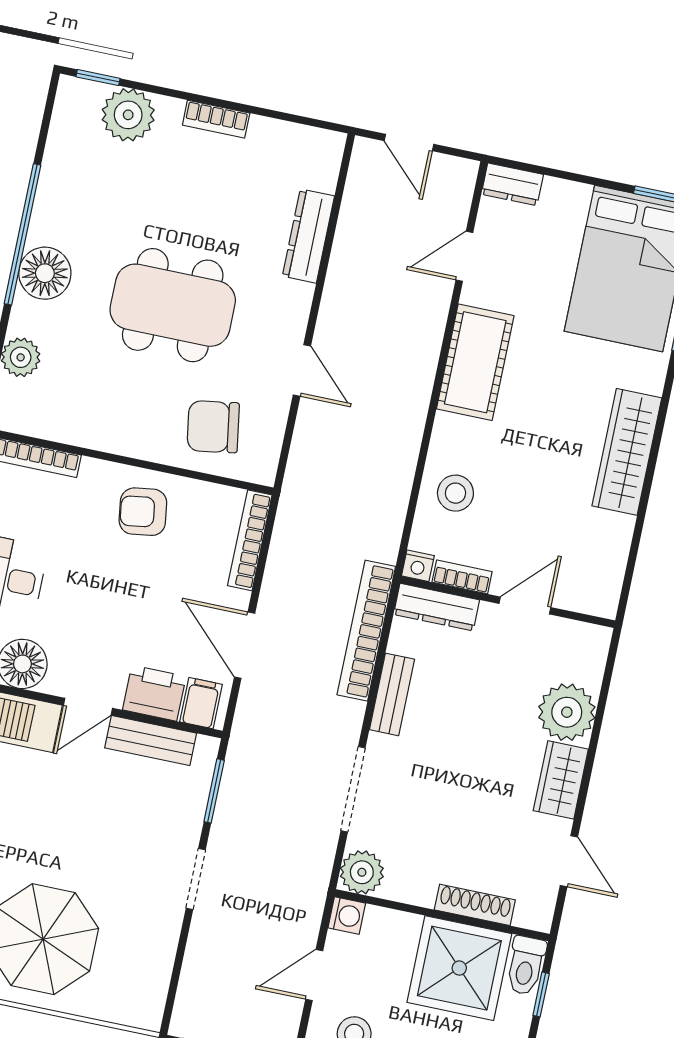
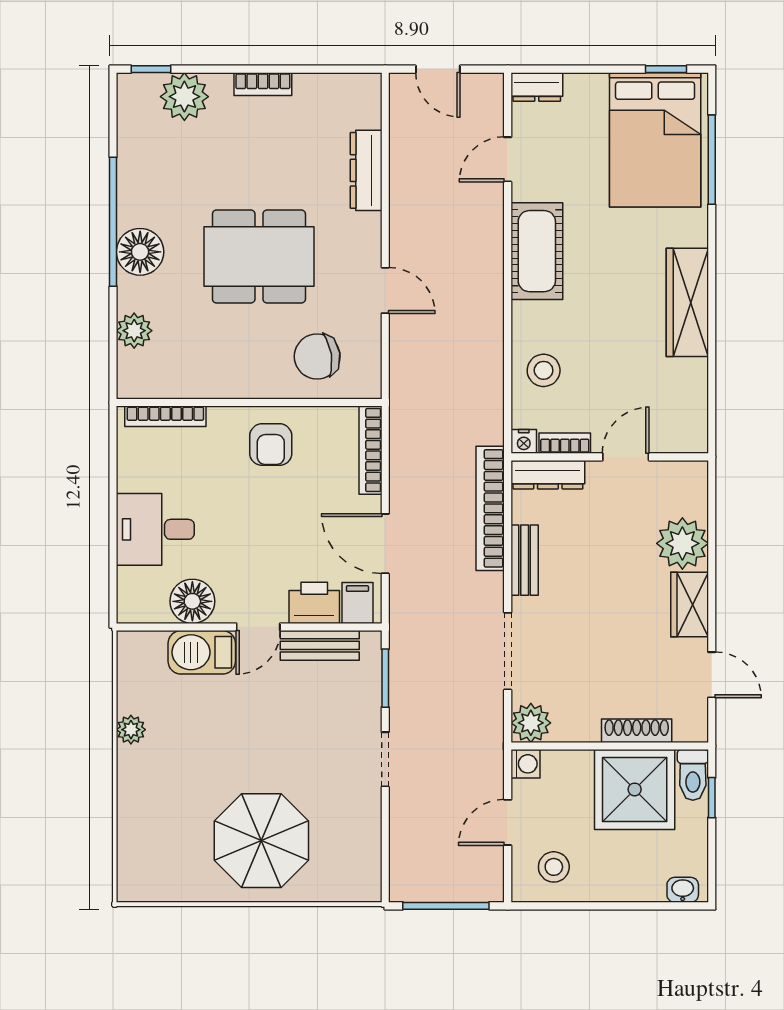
armchair: (143, 512) -> (271, 445), turned -82

